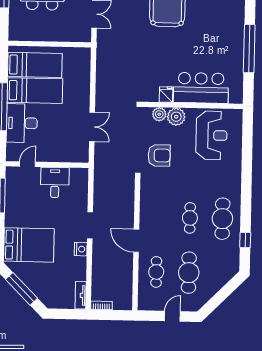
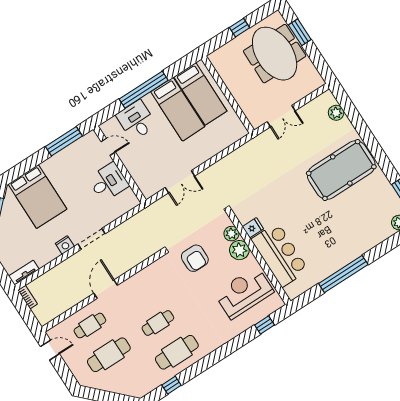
desk: (22, 123) -> (136, 120), width x0.73
reception desk: (211, 135) -> (244, 293), turned 180
window: (247, 136) -> (265, 325), added
door: (172, 316) -> (50, 350), moved

